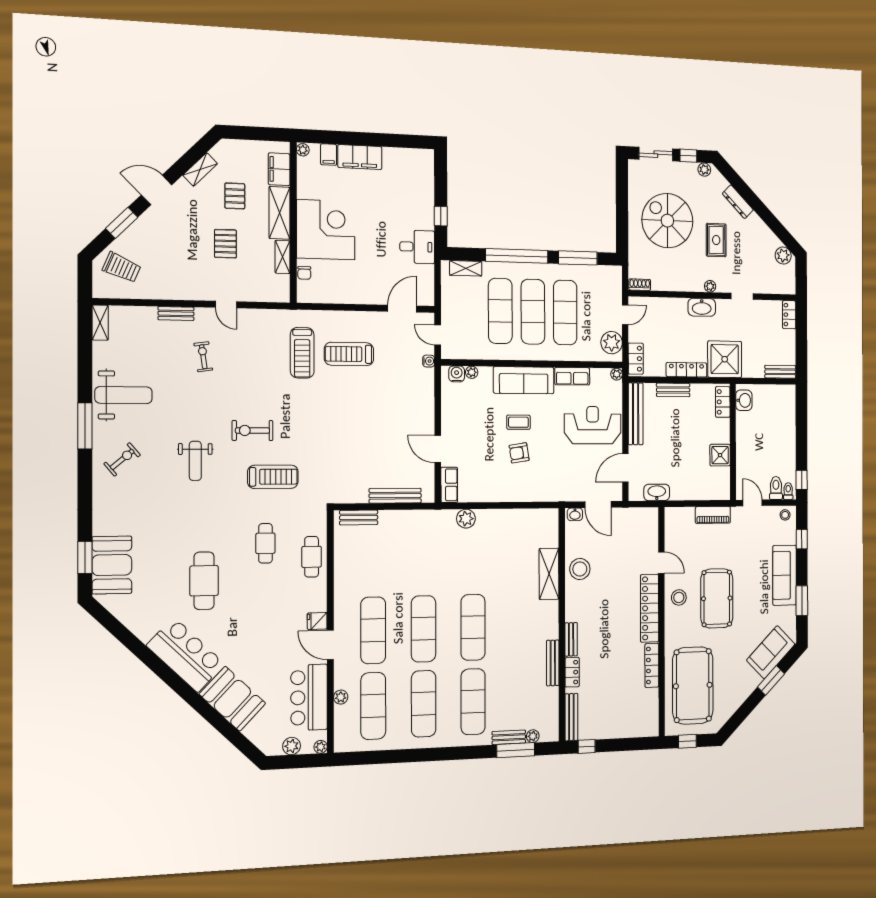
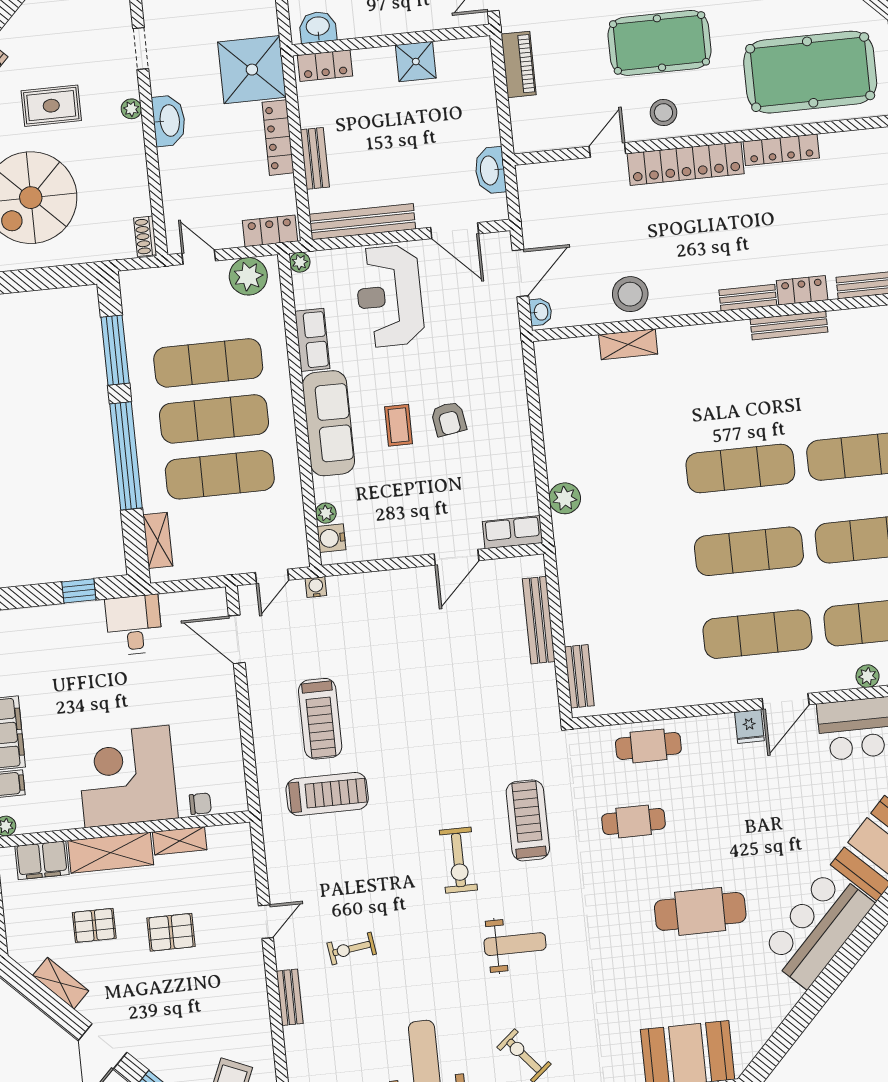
shelving: (549, 574) -> (628, 344), width x0.67, depth x0.75

